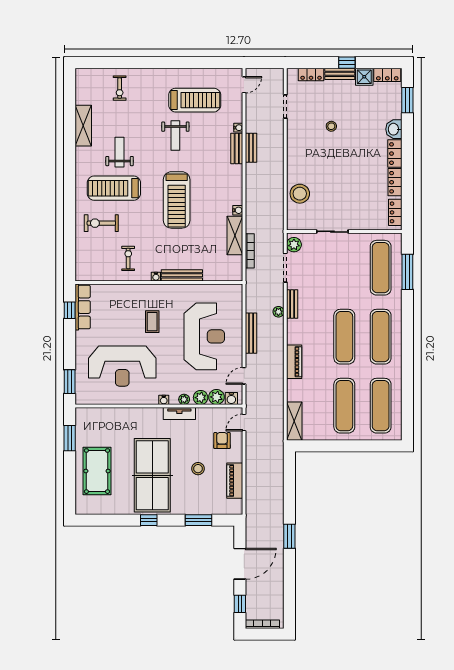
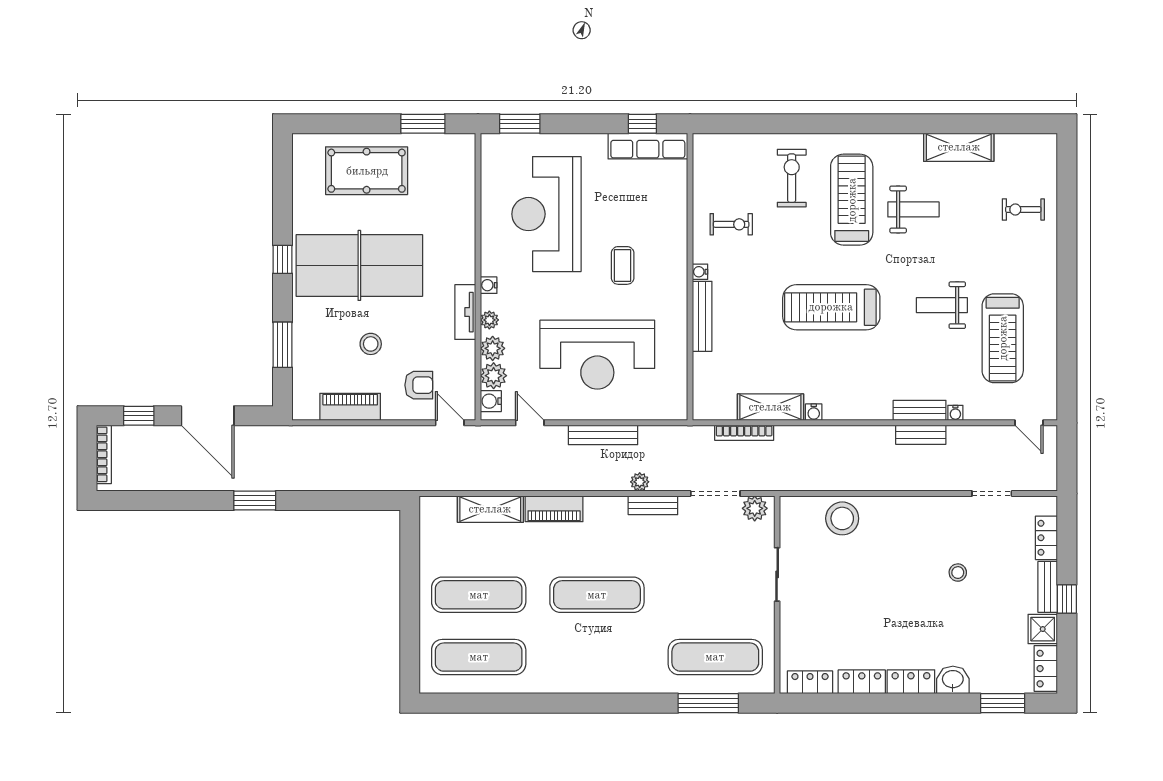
coffee table: (152, 322) -> (623, 265), turned 90
exercise mat: (381, 337) -> (597, 657), removed
shelving: (294, 421) -> (490, 509), moved

